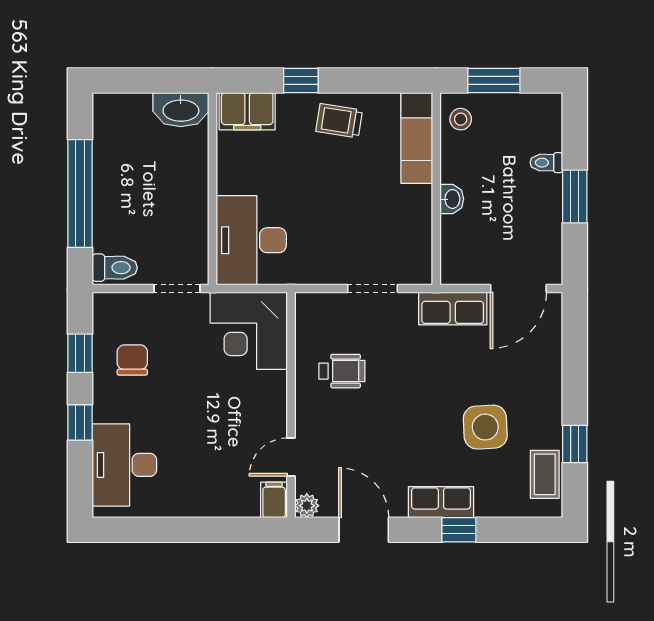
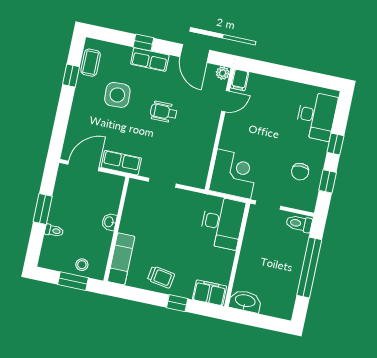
stool: (461, 119) -> (82, 265), moved
wheelchair: (342, 371) -> (164, 112), moved

